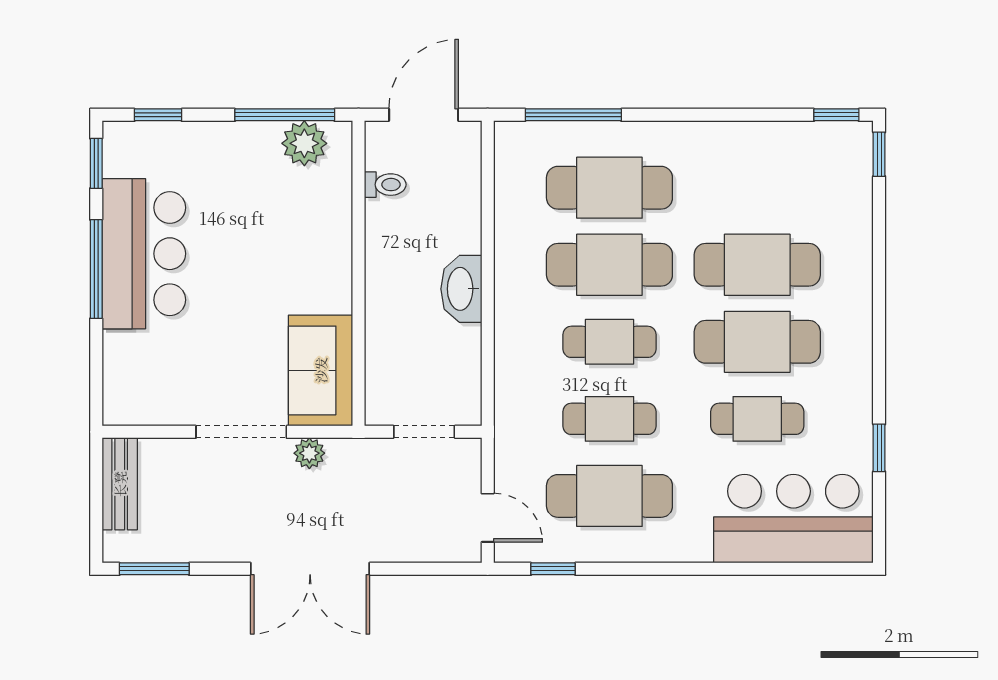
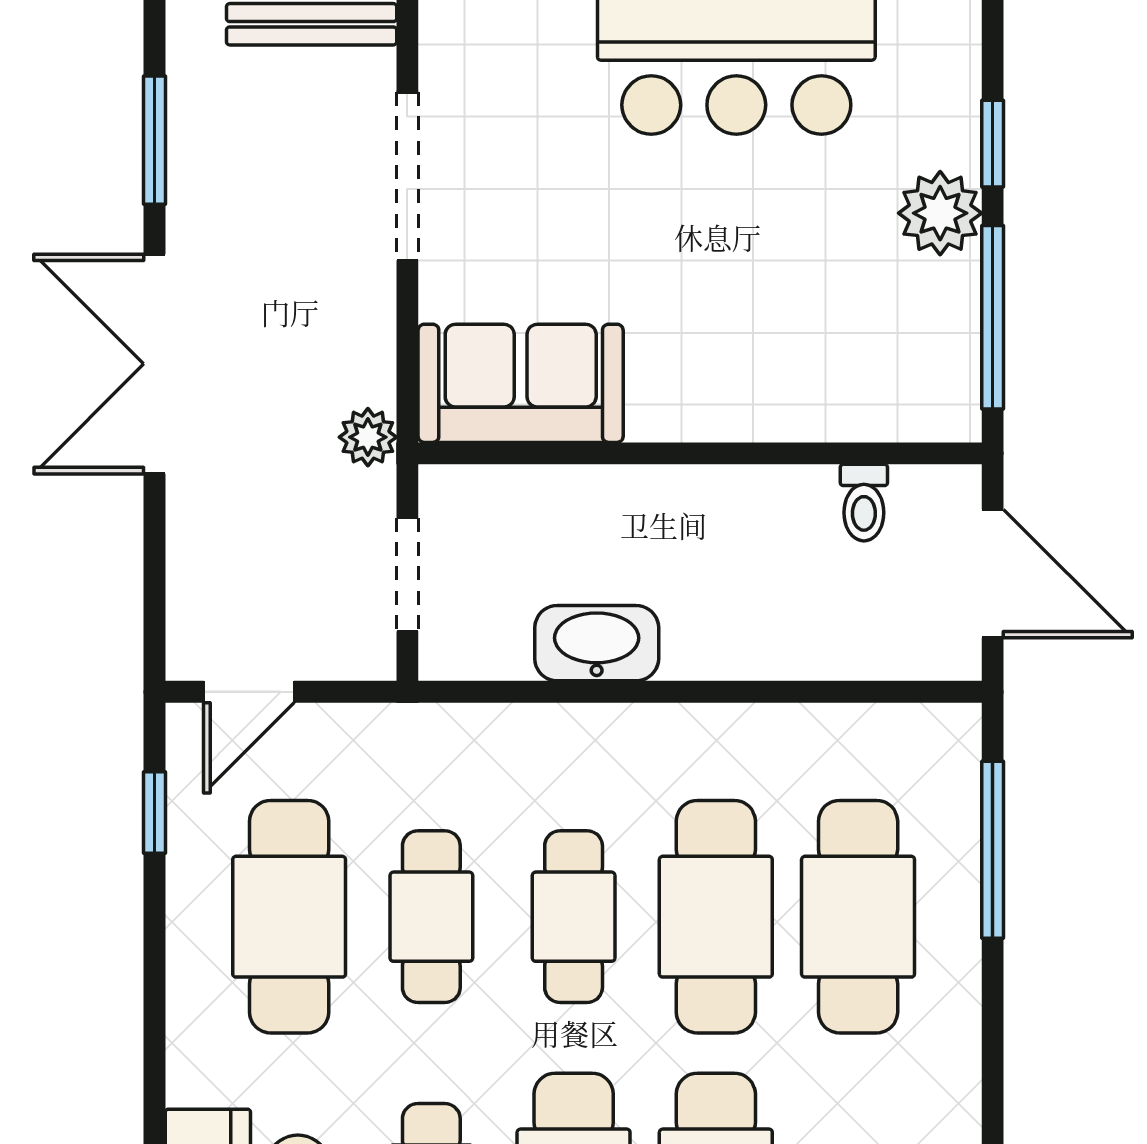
window: (158, 115) -> (993, 144), moved
plant: (304, 143) -> (940, 213), moved
washbasin: (461, 289) -> (597, 643), moved
doorway: (241, 432) -> (407, 176), moved
plant: (309, 453) -> (368, 437), moved
window: (154, 569) -> (155, 140), moved

